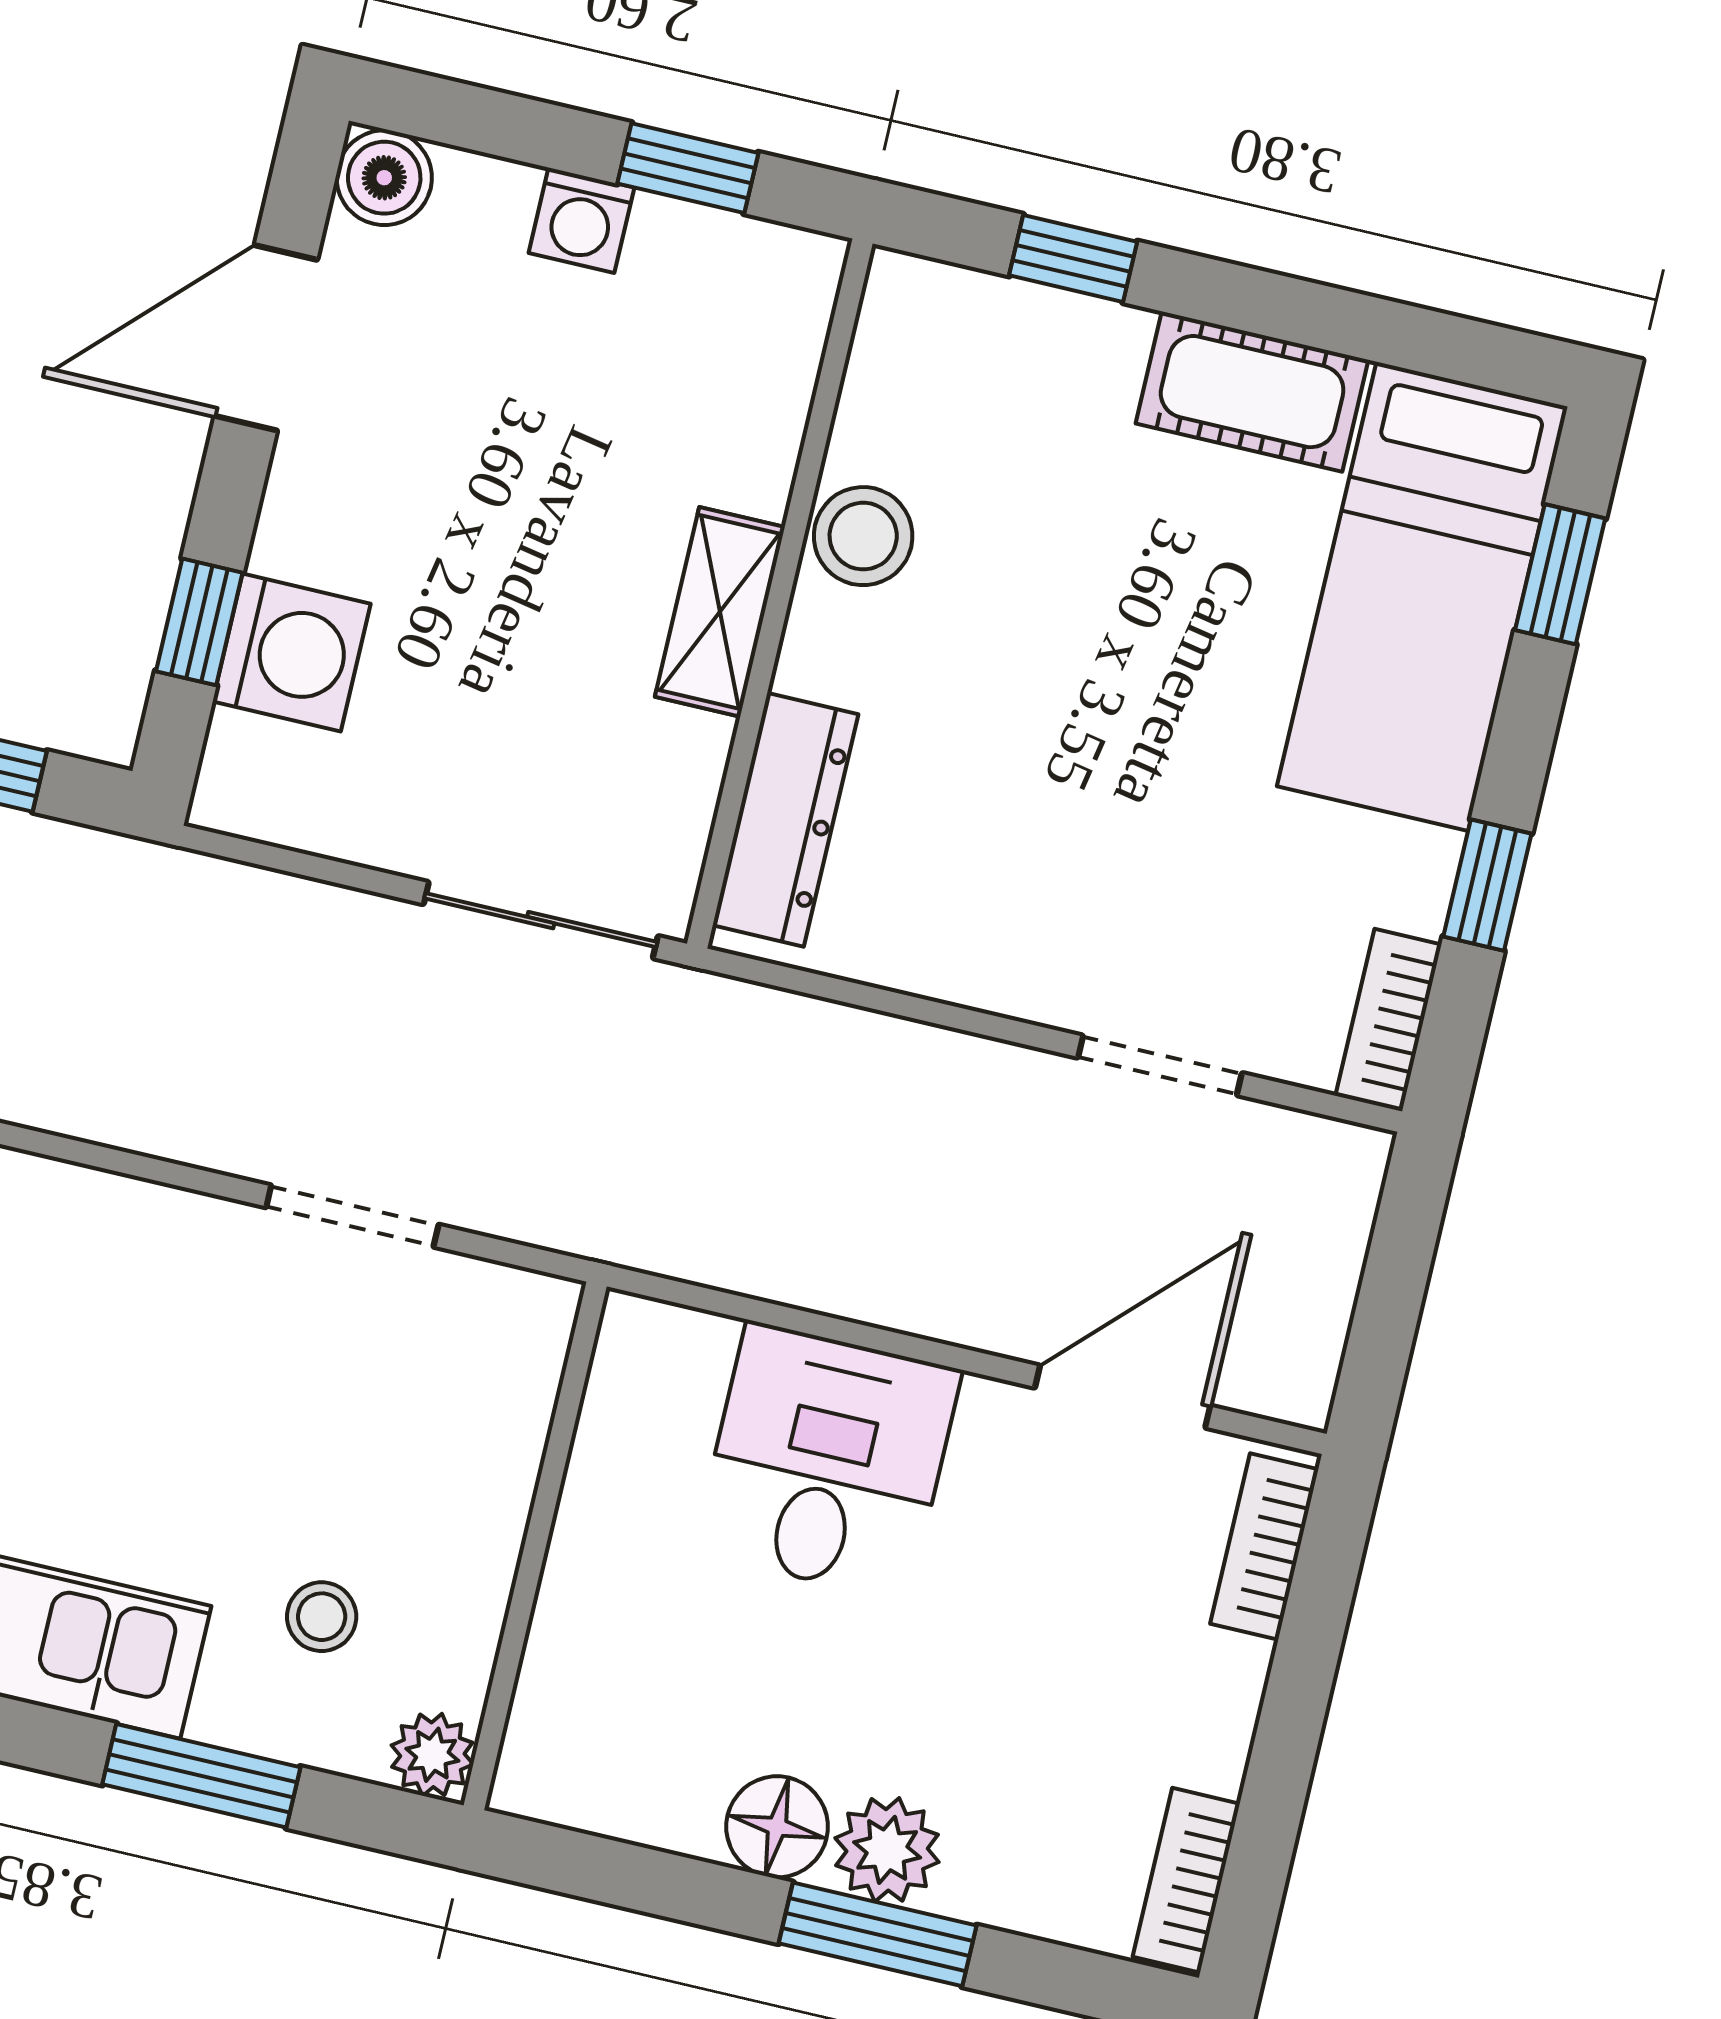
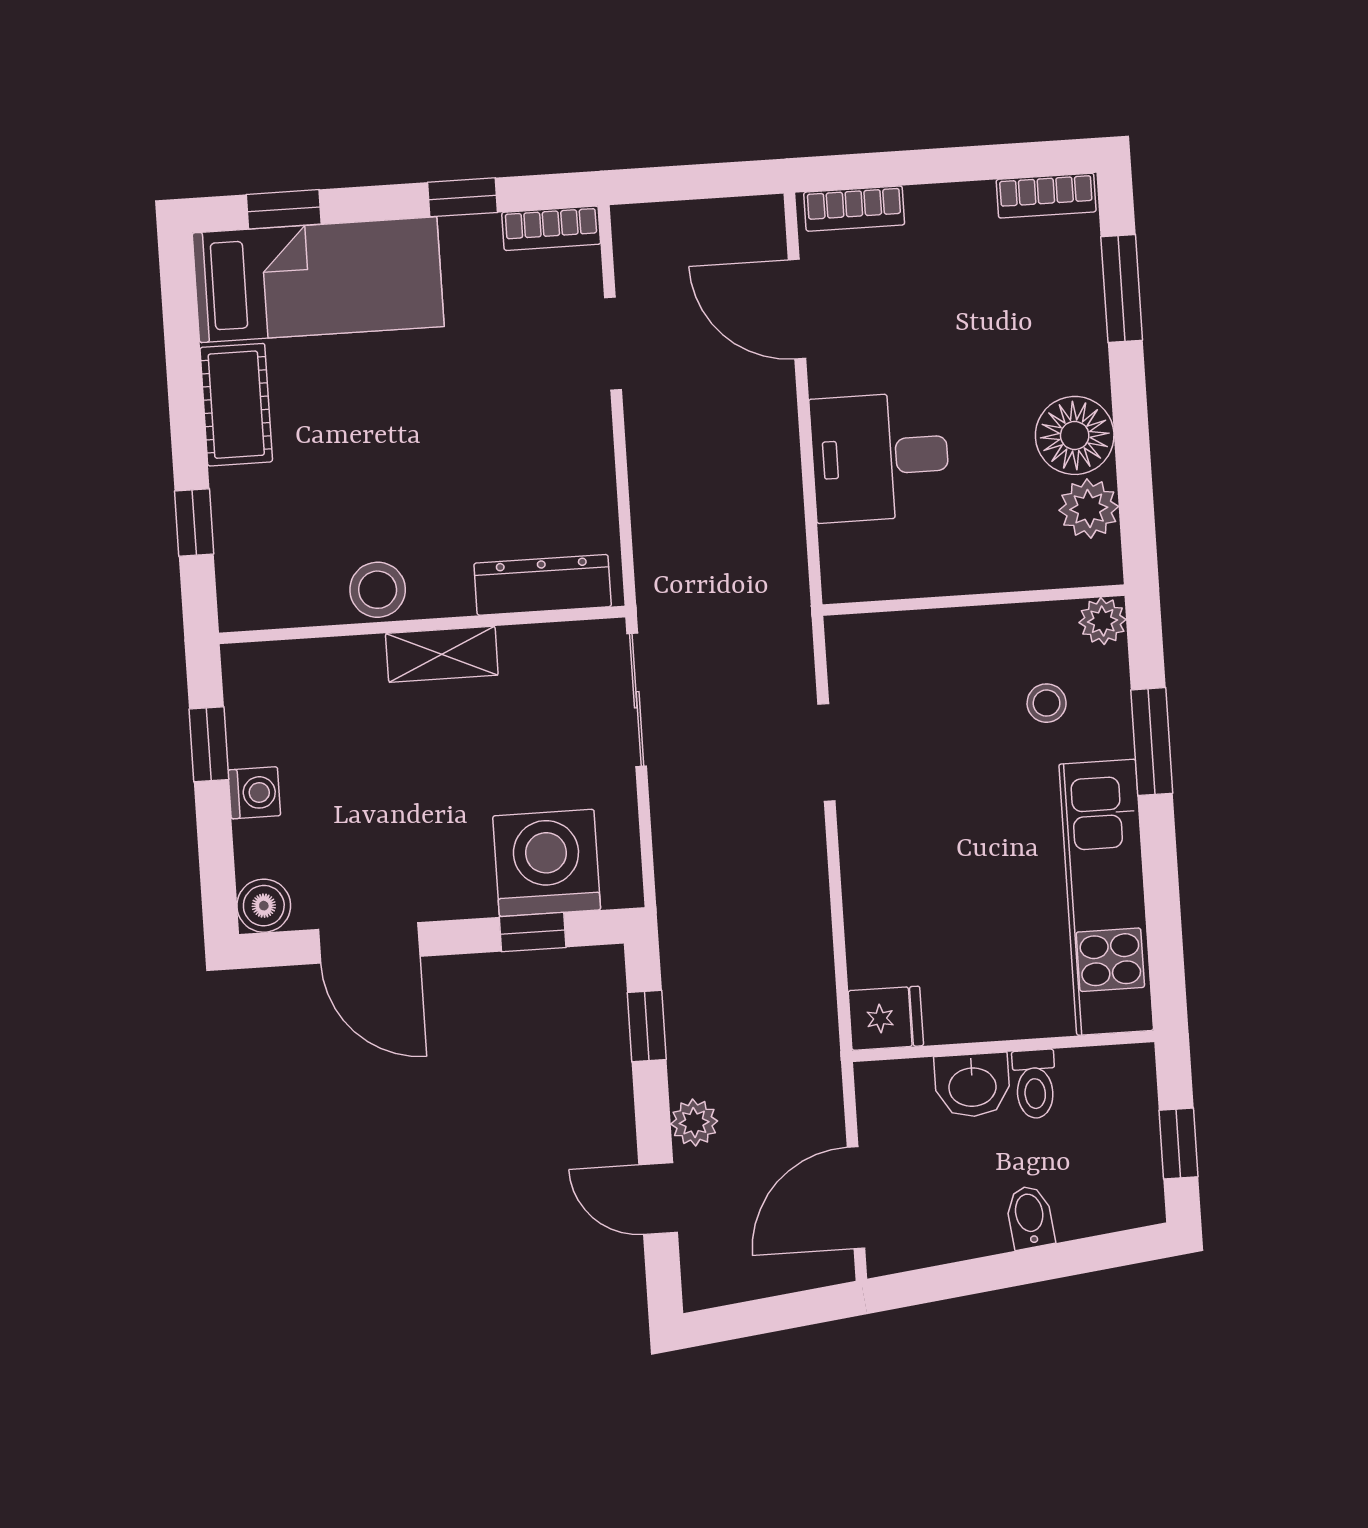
washing machine: (292, 653) -> (547, 863), width x1.37, depth x1.37
floor lamp: (777, 1827) -> (1075, 435), width x1.38, depth x1.38
plant: (887, 1850) -> (1089, 508), moved
window: (878, 1934) -> (1122, 288), moved

